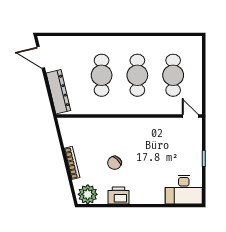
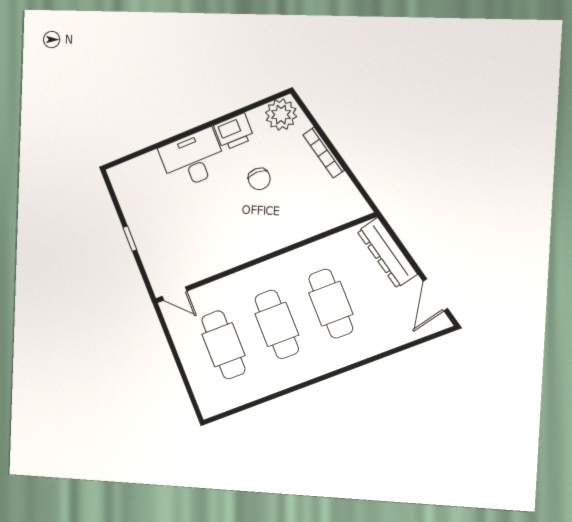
door: (41, 57) -> (435, 295), swing flipped
chair: (115, 163) -> (259, 179), turned 136
desk: (184, 190) -> (193, 159), moved

